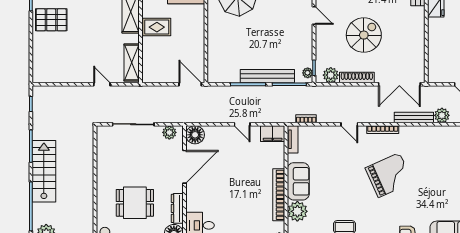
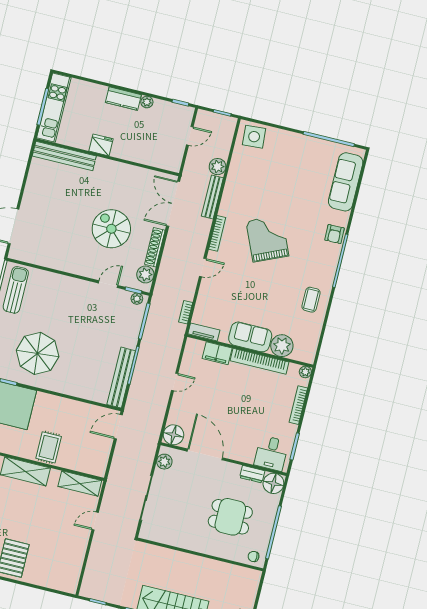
door: (314, 15) -> (108, 284), moved
bench: (267, 76) -> (121, 378), moved
double door: (399, 84) -> (173, 204), swing flipped
filing cabinet: (273, 134) -> (217, 353), moved, turned 90
dining table: (135, 203) -> (230, 517), turned 90
dresser: (177, 208) -> (252, 474), width x0.70

